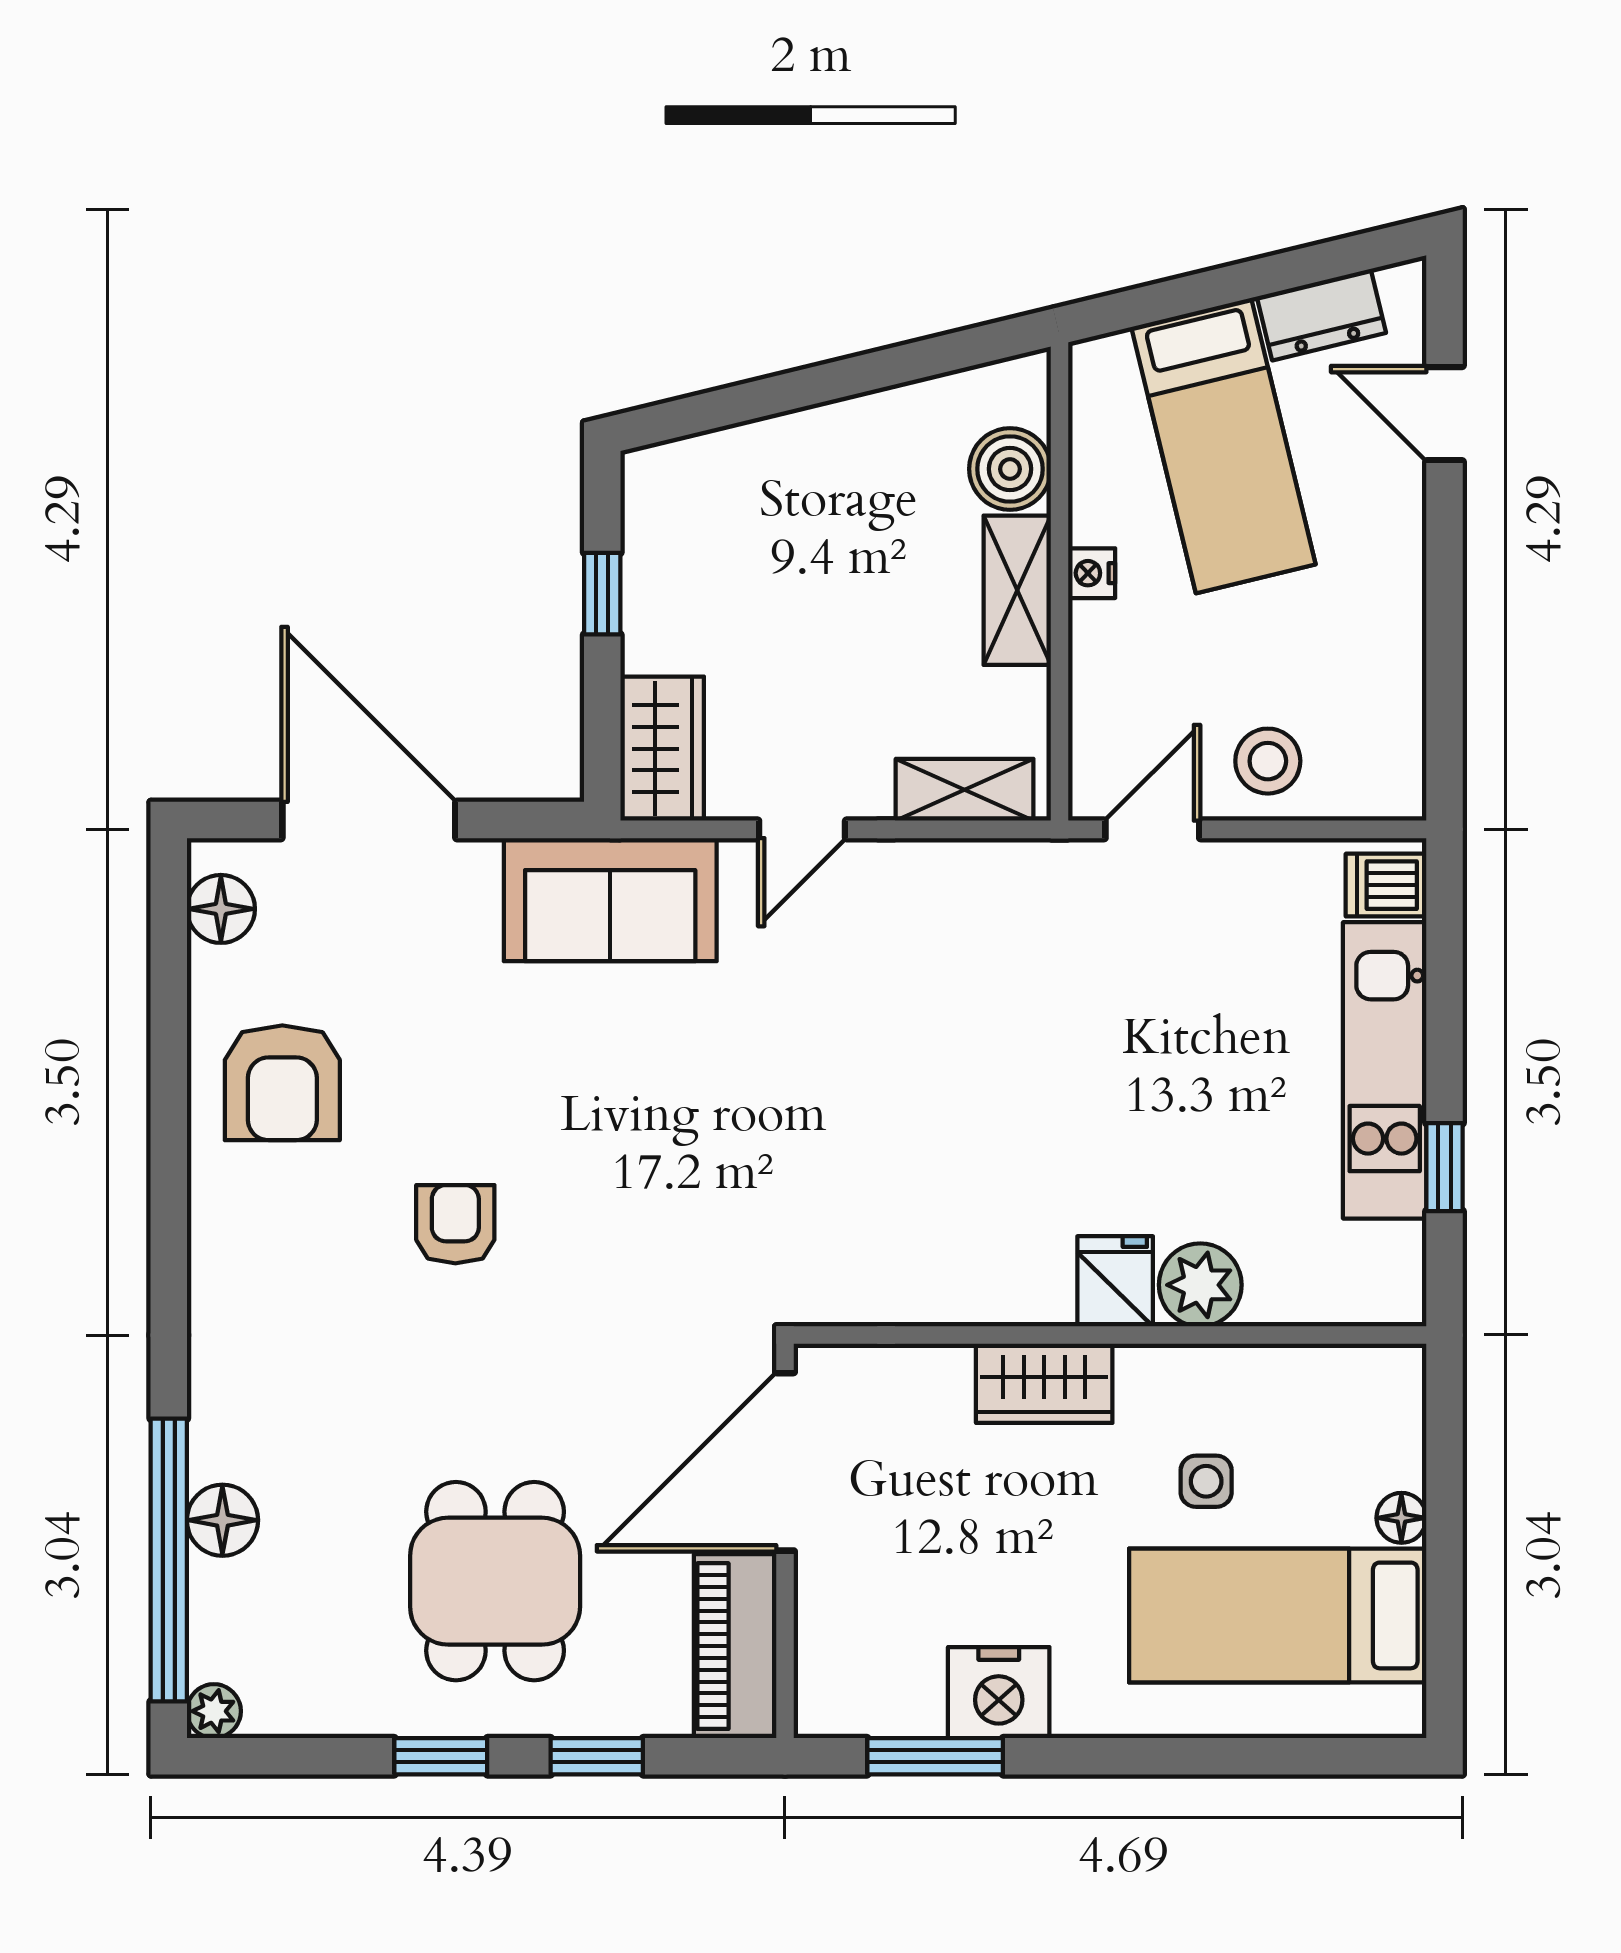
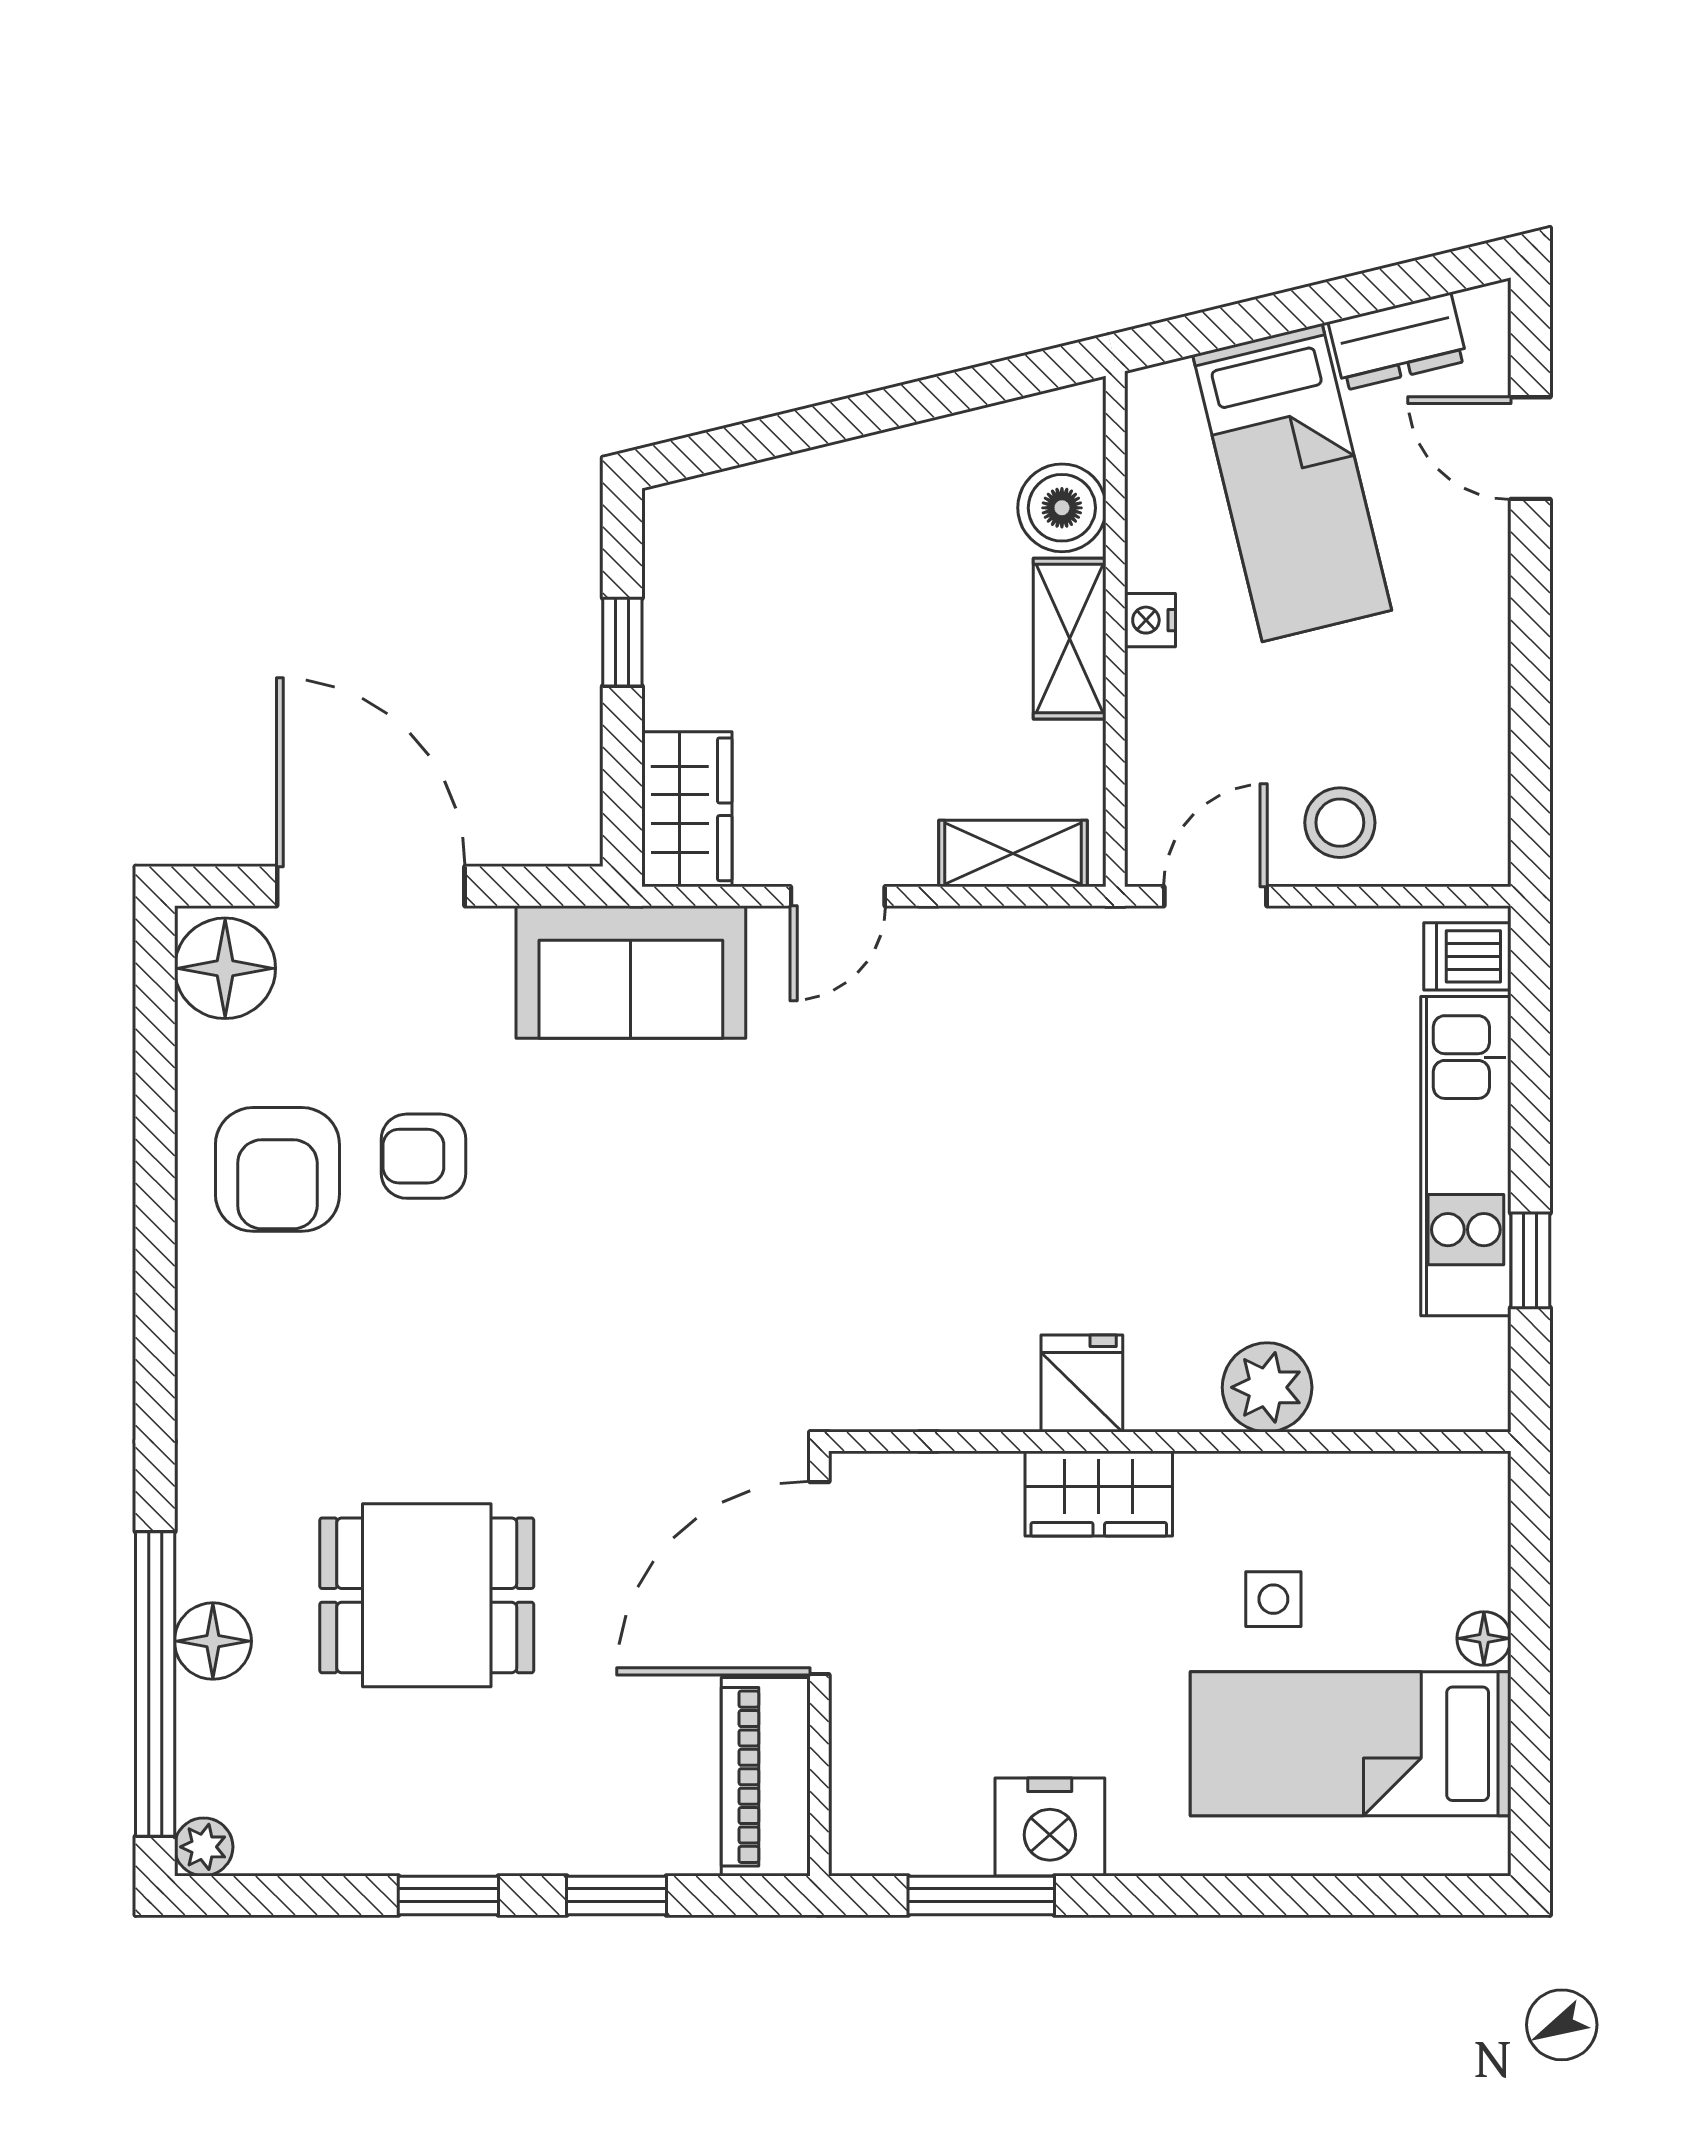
floor lamp: (221, 909) -> (225, 968), width x1.38, depth x1.38
armchair: (455, 1224) -> (423, 1156), moved, turned -90
fridge: (1115, 1281) -> (1082, 1383), moved
dining table: (495, 1581) -> (427, 1595), moved, turned 90

